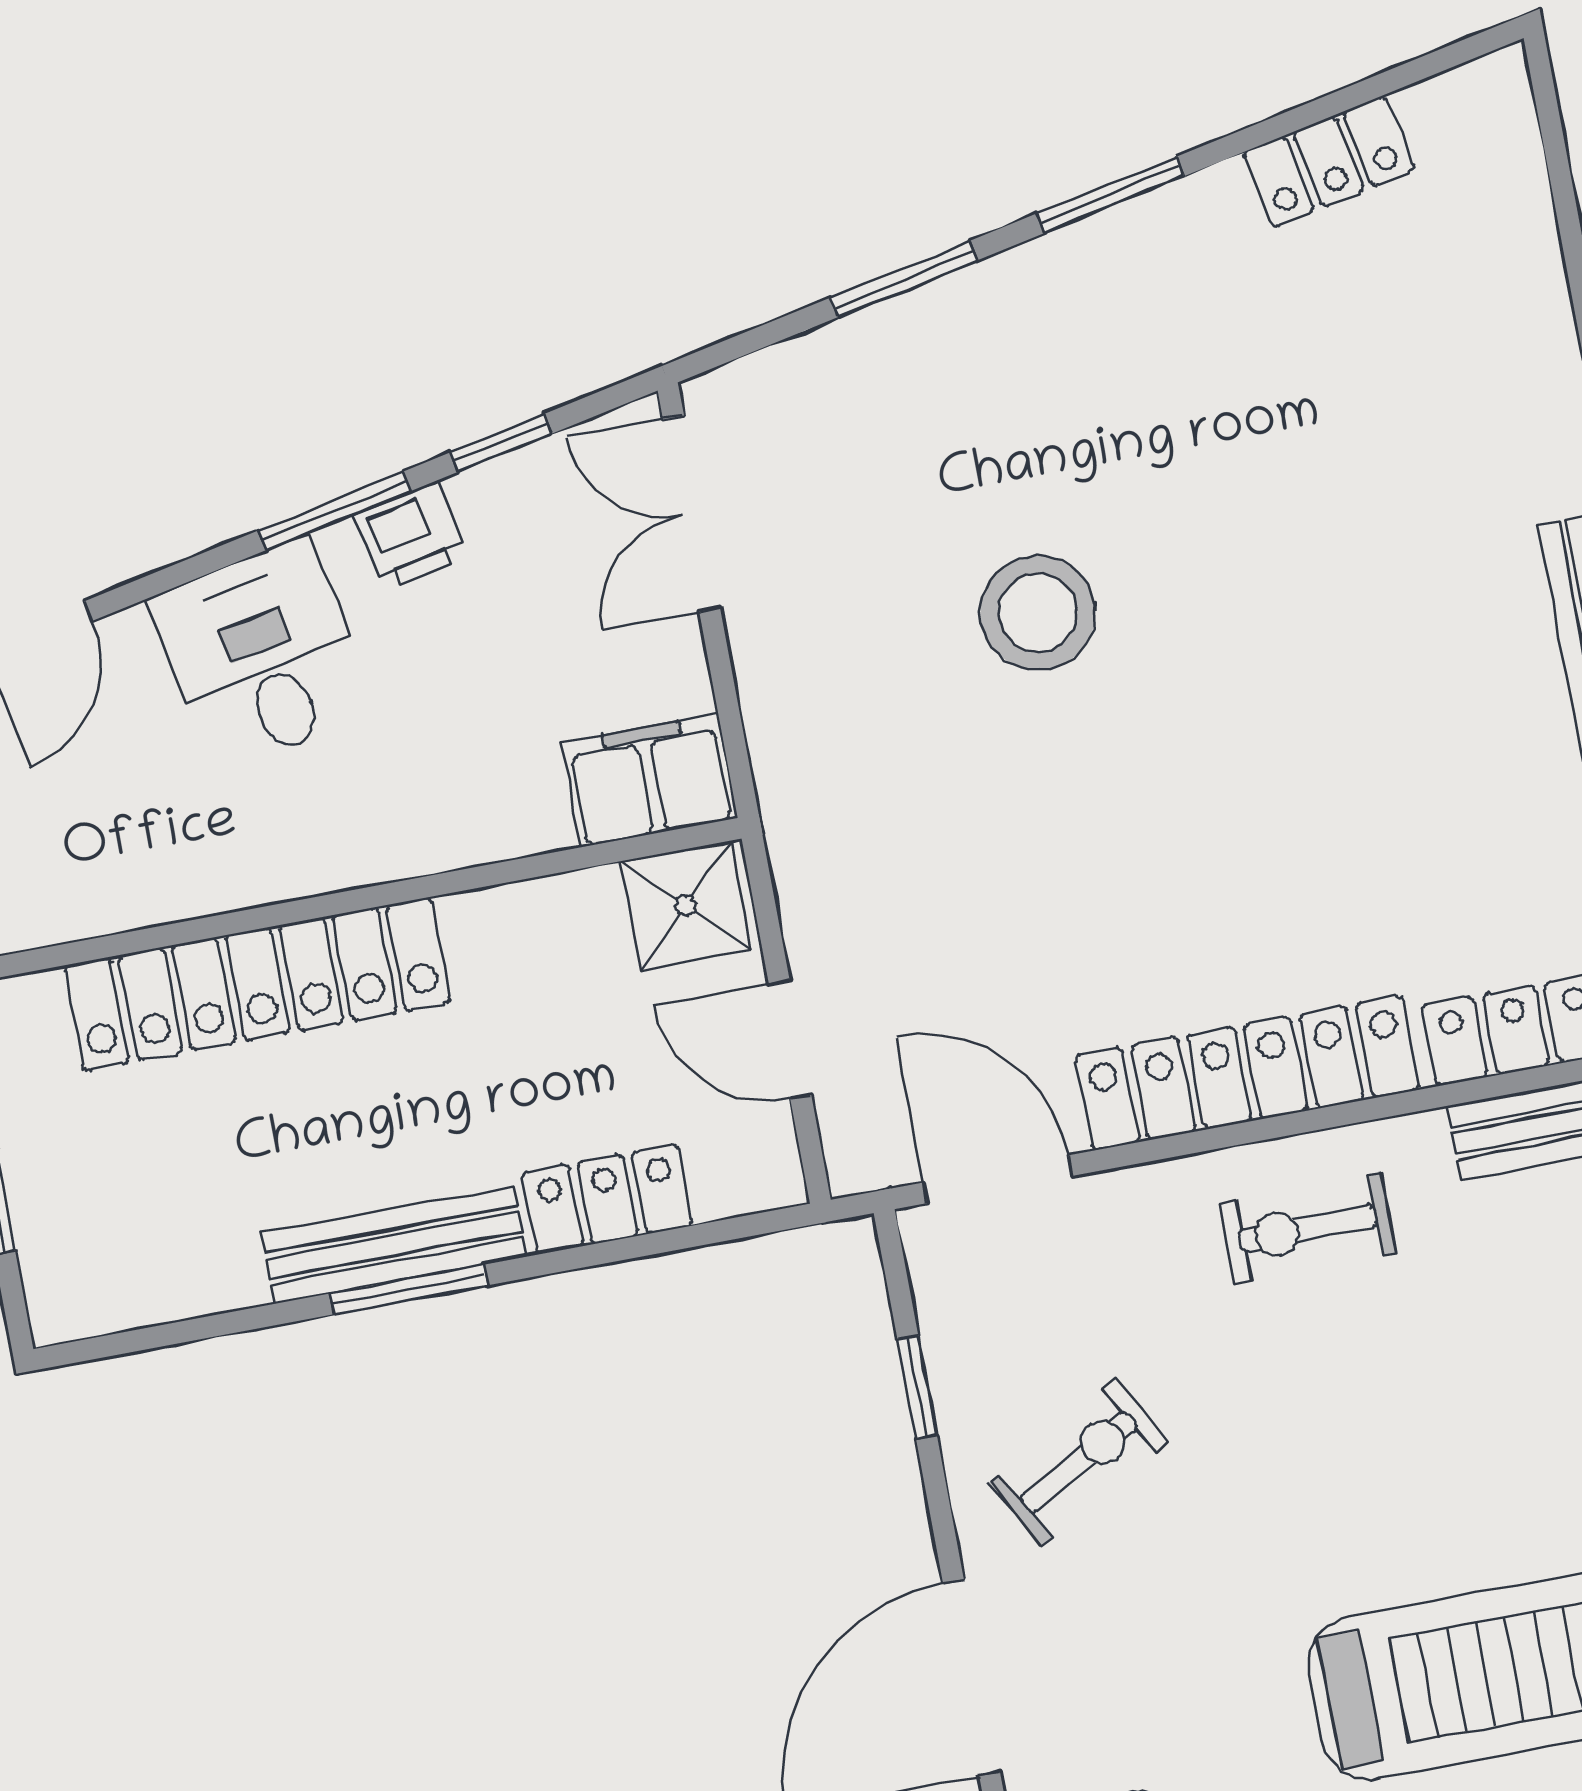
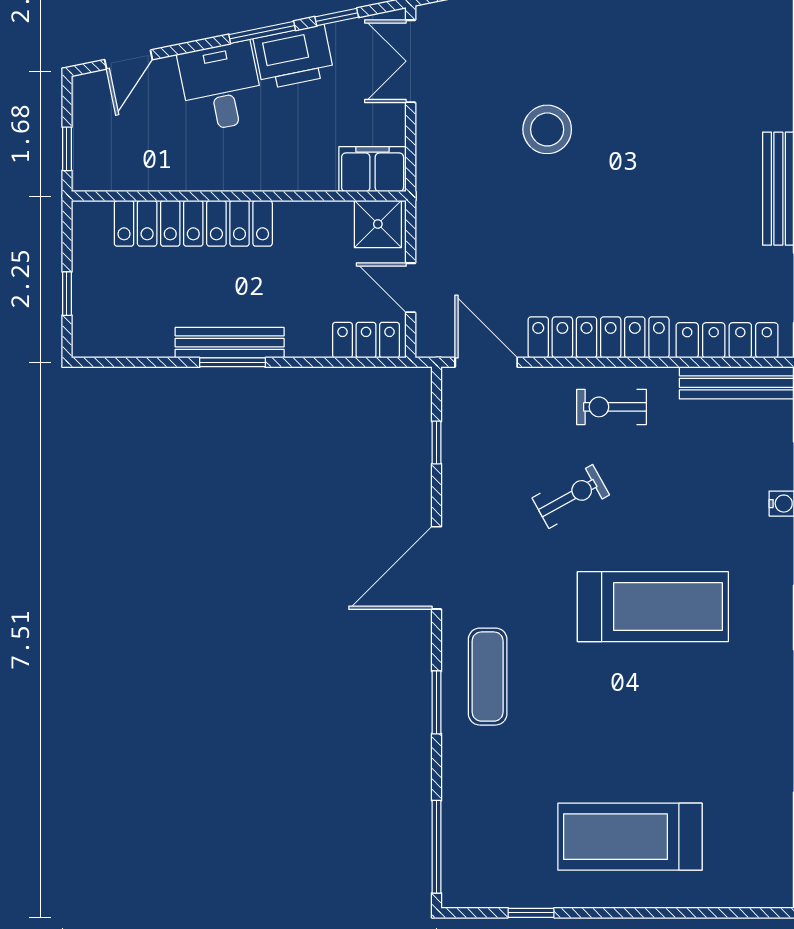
printer: (411, 536) -> (294, 57), width x1.87, depth x1.48
locker: (608, 1199) -> (366, 340), moved
exercise bike: (1078, 1462) -> (571, 496), moved

